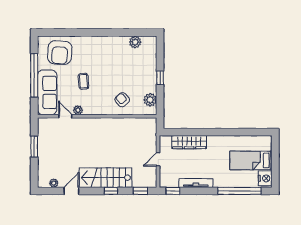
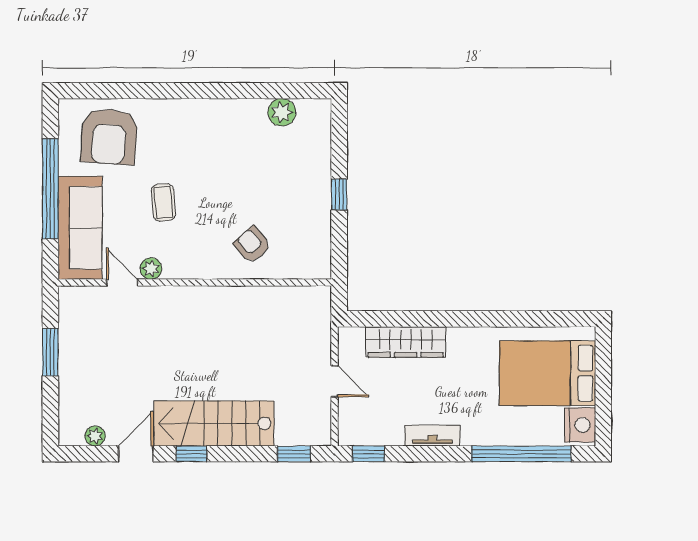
plant: (150, 100) -> (316, 245), removed
door: (158, 159) -> (334, 381), swing flipped
bed: (251, 160) -> (548, 373), width x1.50
tv unit: (196, 183) -> (432, 436), width x0.71
window: (111, 191) -> (192, 454), moved

